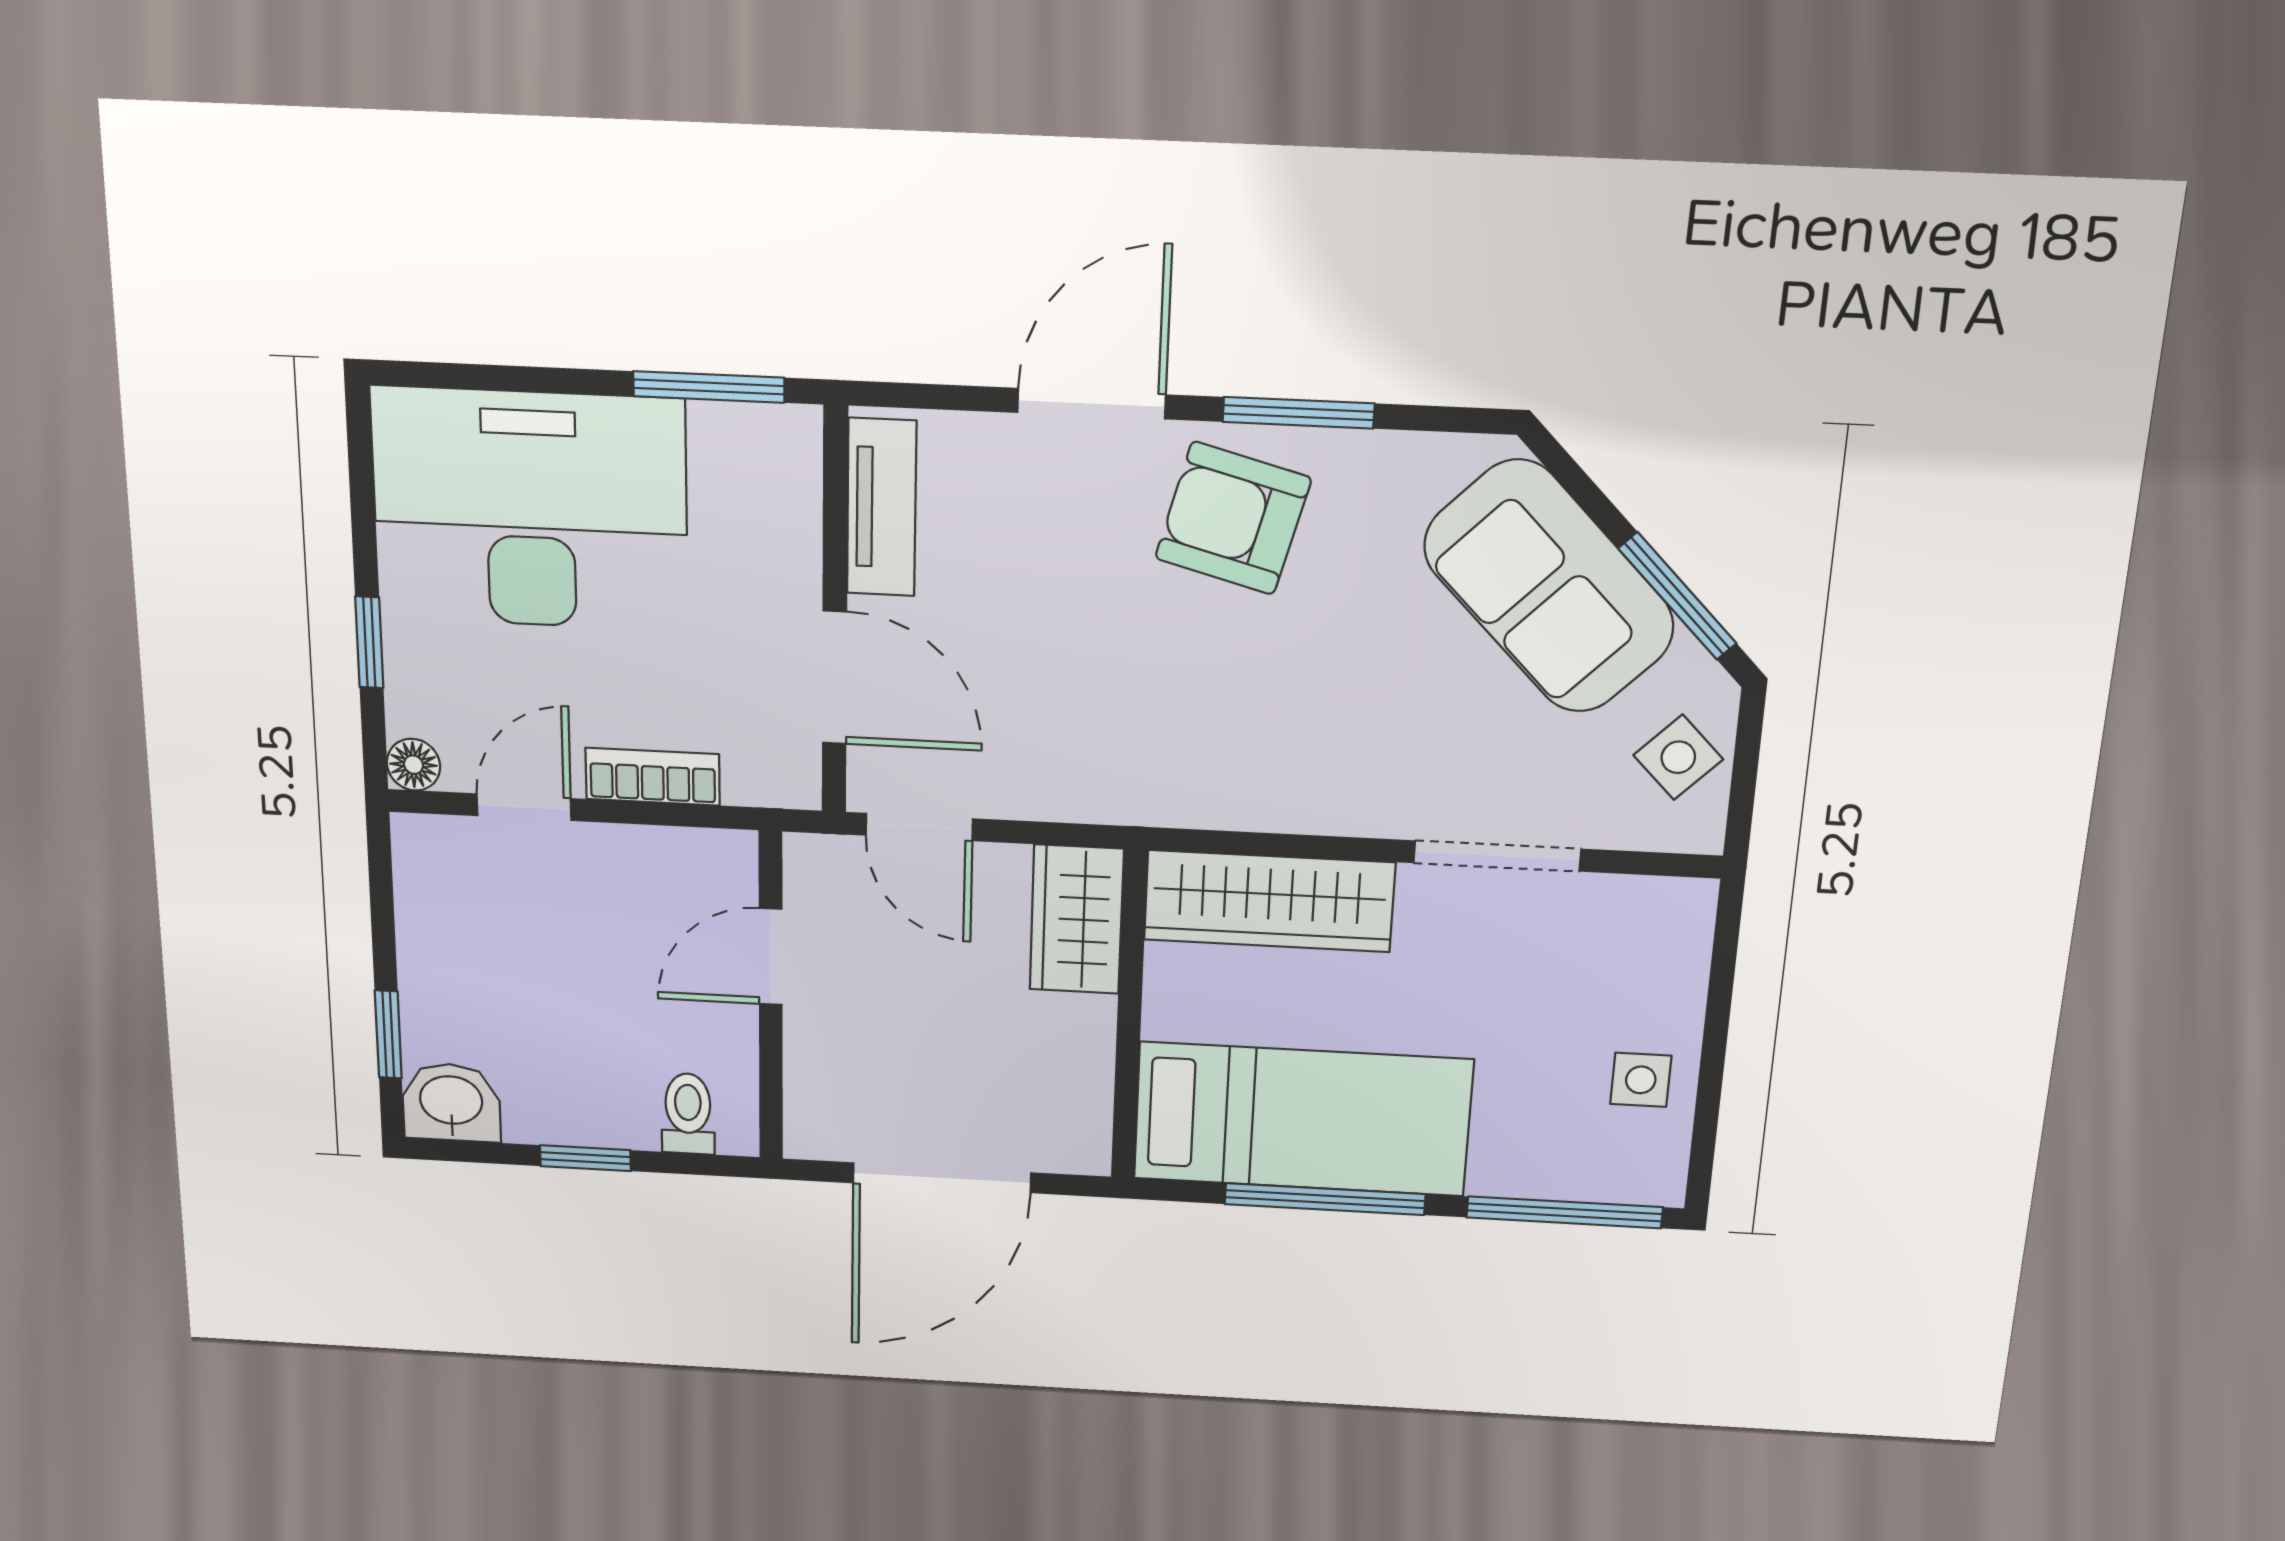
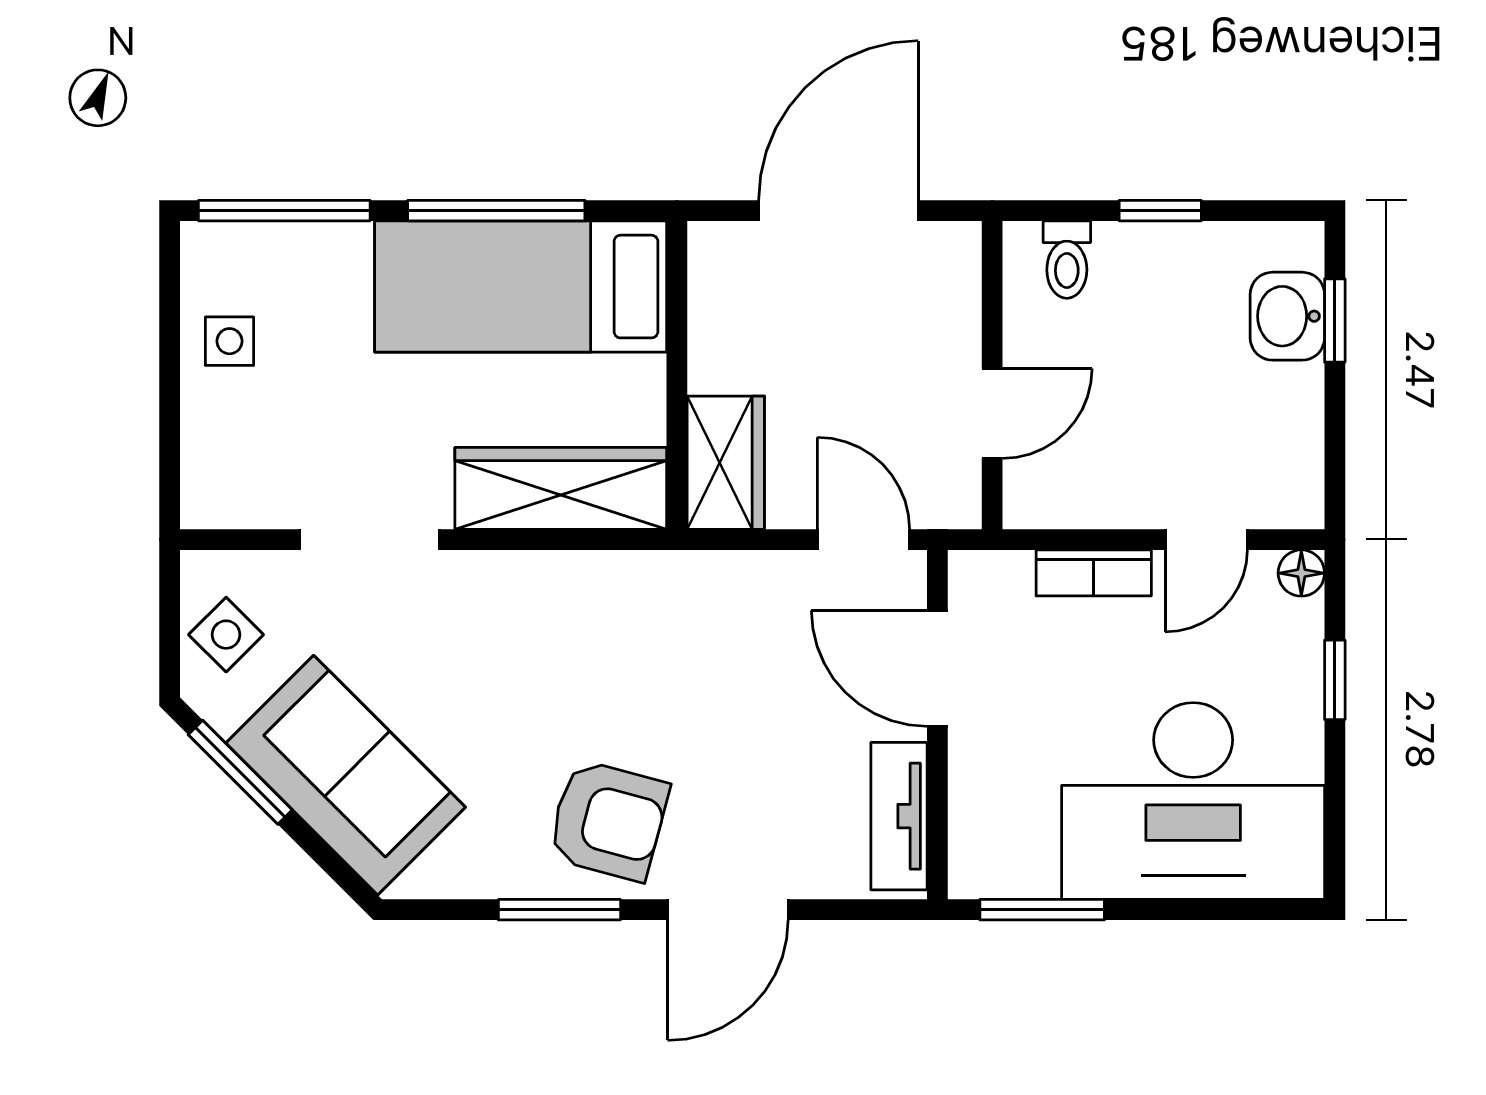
washbasin: (451, 1102) -> (1287, 316), moved, turned 90

